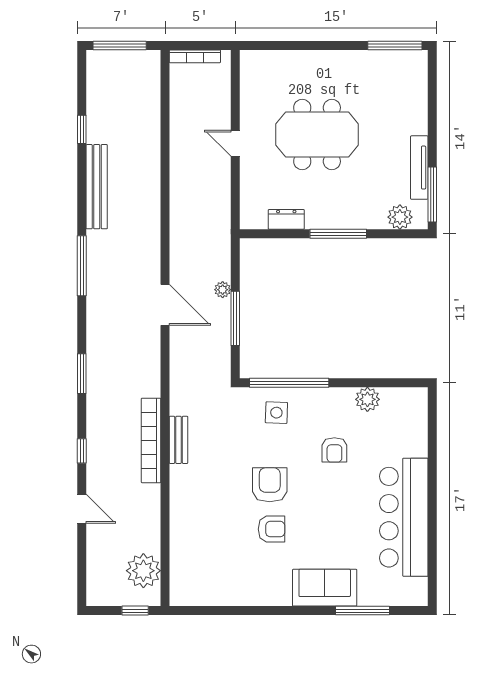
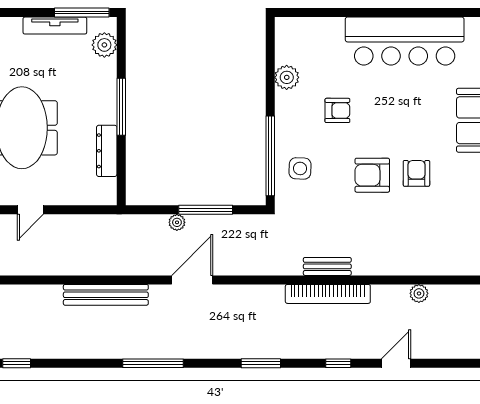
bench: (97, 187) -> (106, 295), moved
dresser: (286, 219) -> (107, 151), width x1.44
plant: (143, 571) -> (419, 293), moved, width x0.53, depth x0.53

